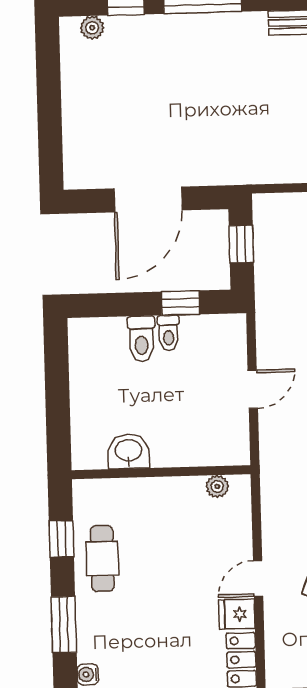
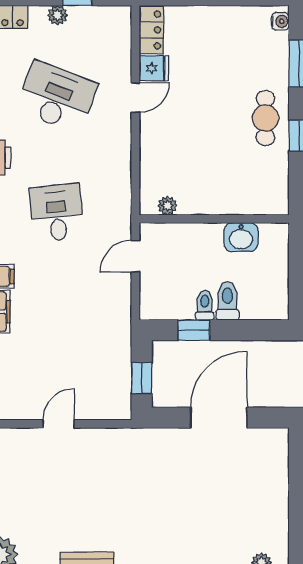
washbasin: (128, 451) -> (241, 237), moved
wall: (161, 472) -> (214, 219), moved
plant: (217, 486) -> (167, 206), moved

